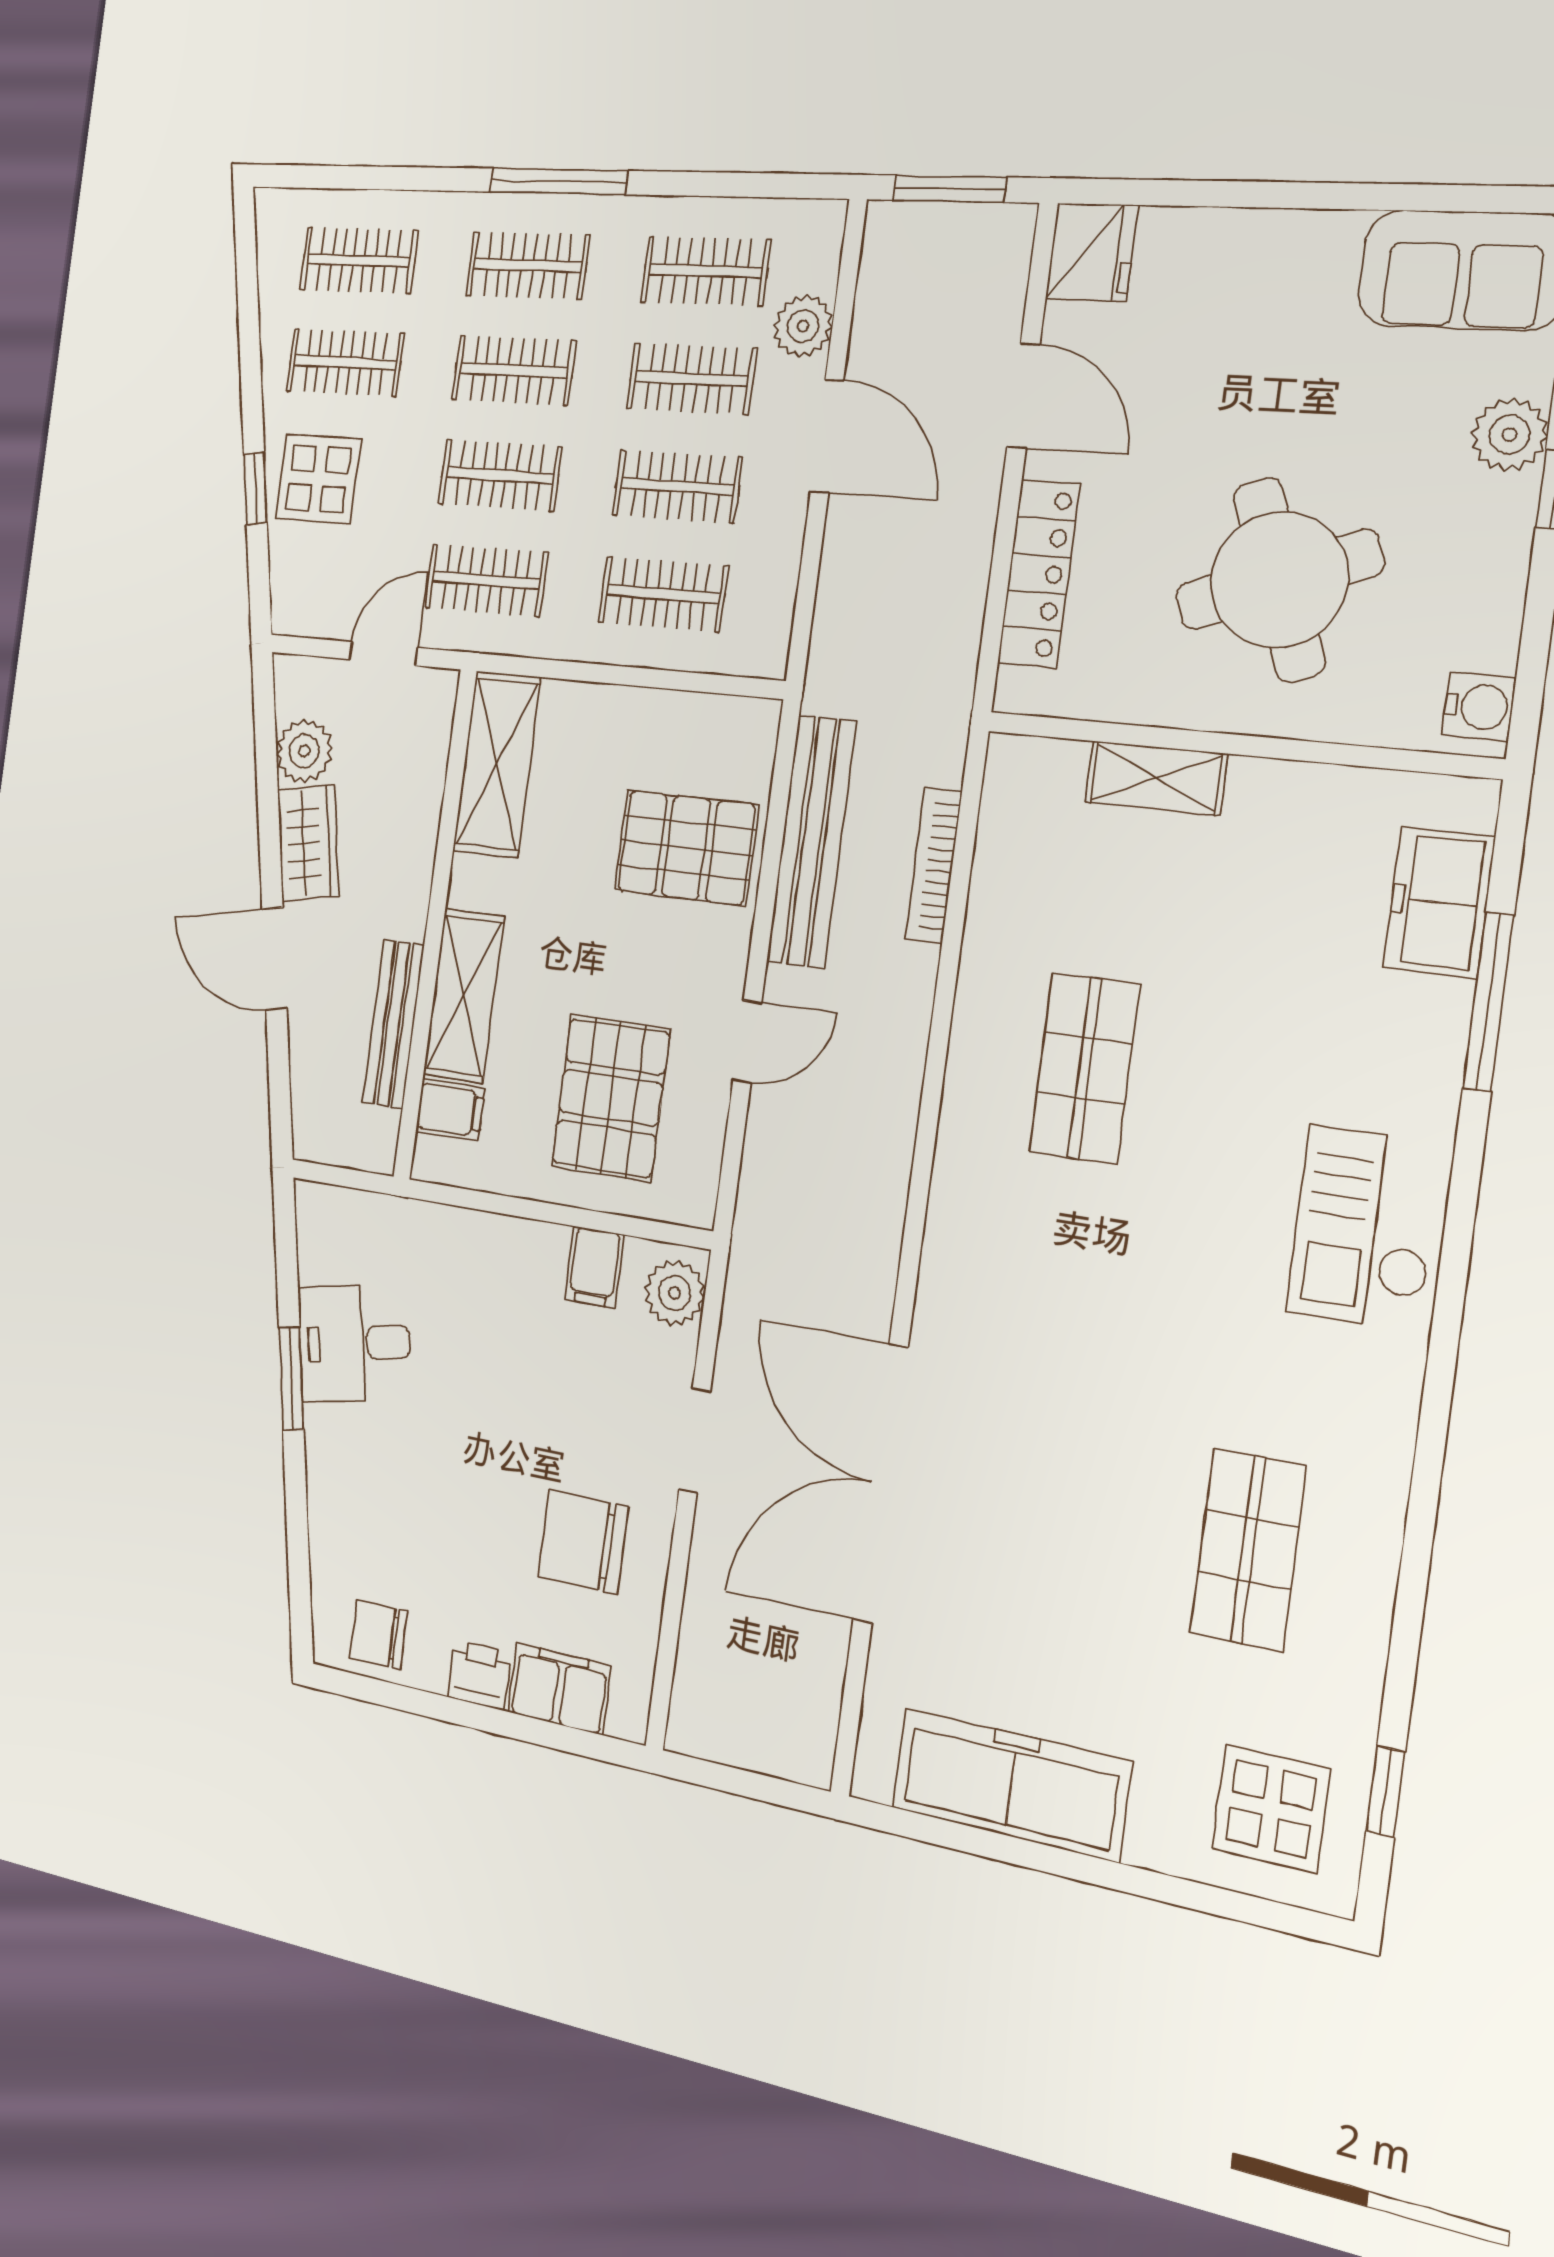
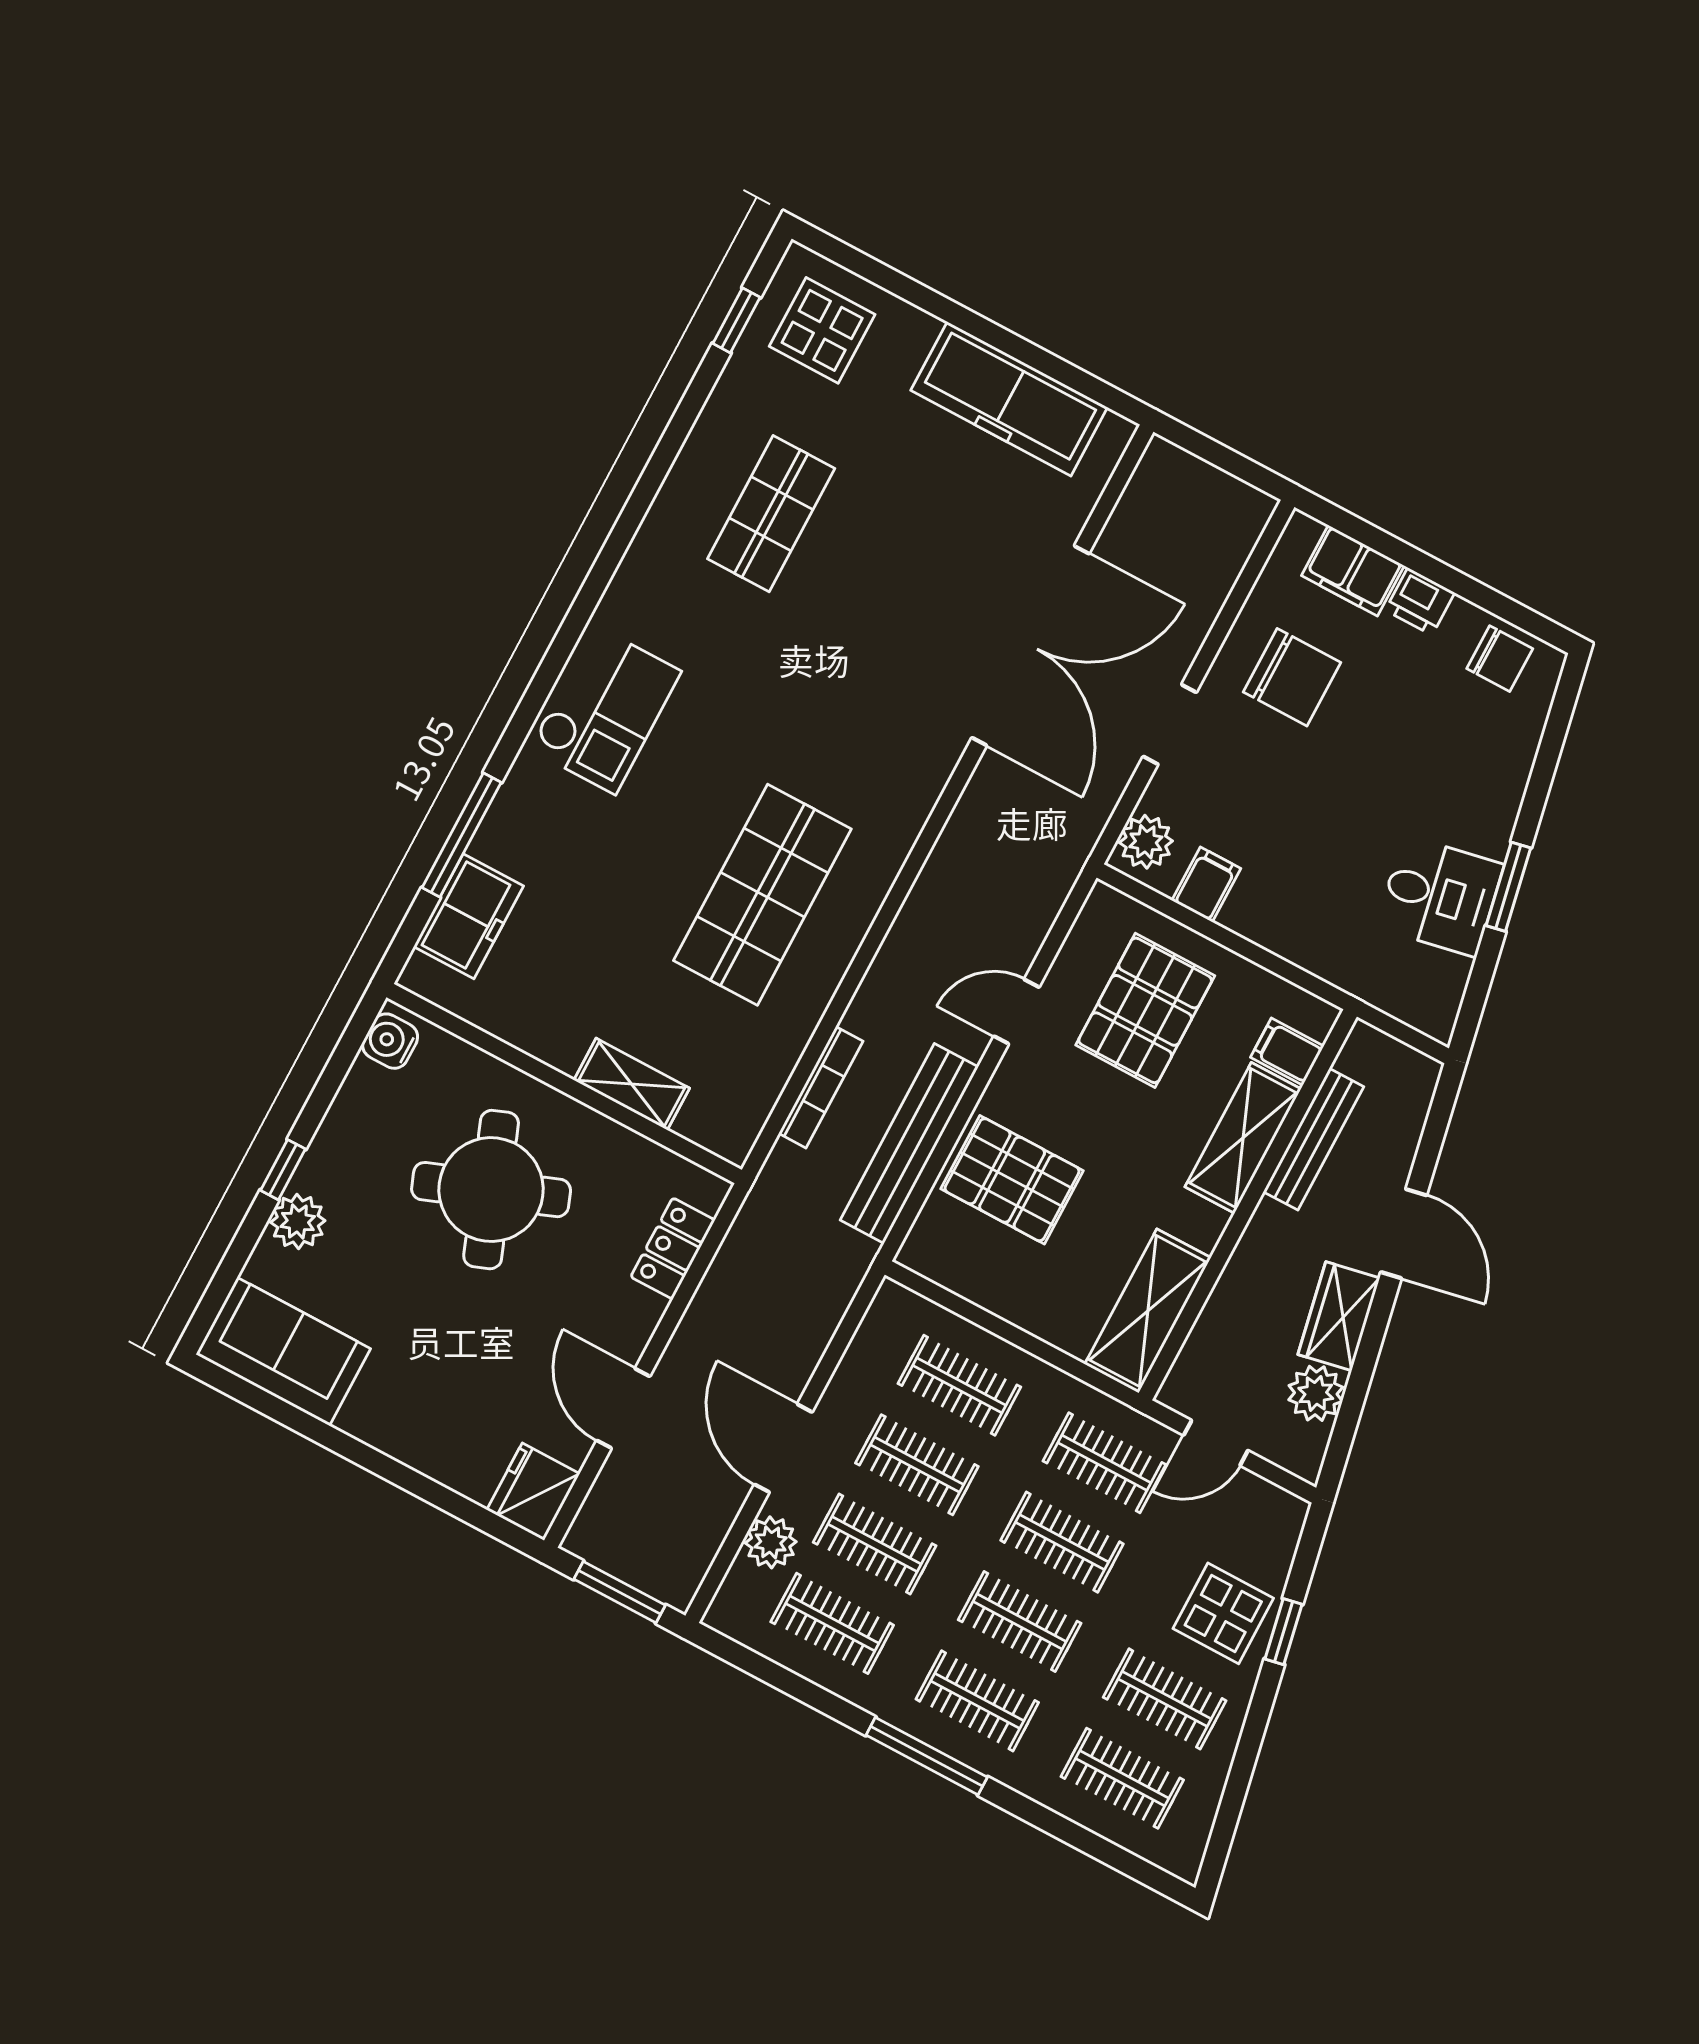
locker: (1039, 574) -> (673, 1248), width x0.66
shop shelf: (1084, 1068) -> (762, 895), width x1.43, depth x1.36

